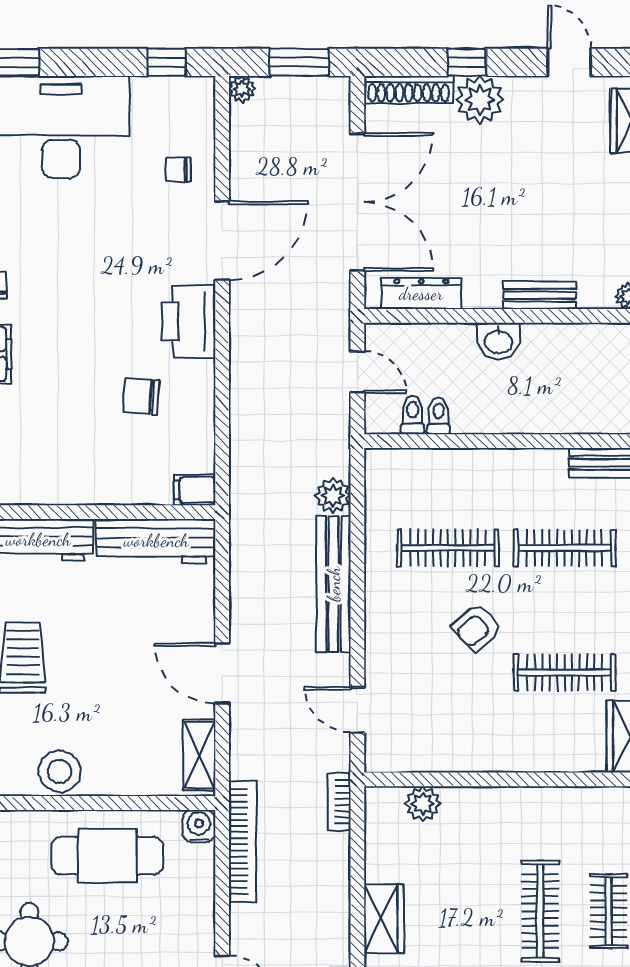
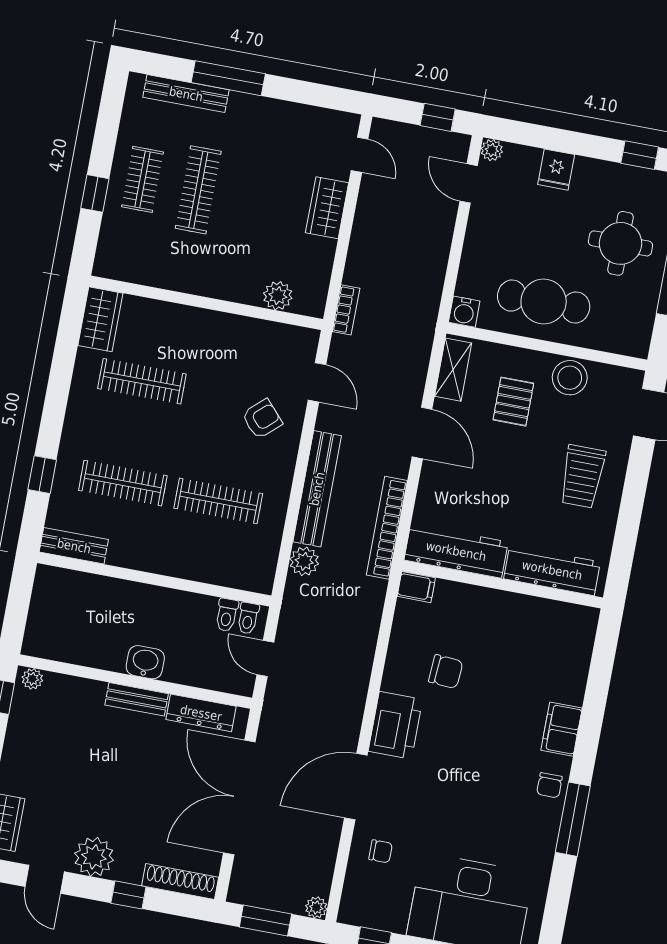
plant: (480, 100) -> (94, 857), moved
bench: (540, 295) -> (137, 699), moved
toilet: (438, 416) -> (248, 618), moved
armchair: (477, 627) -> (262, 419), moved
pallet: (121, 731) -> (513, 402), added
bookcase: (243, 841) -> (387, 528), moved

